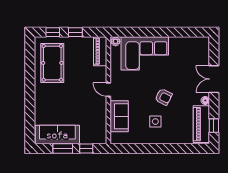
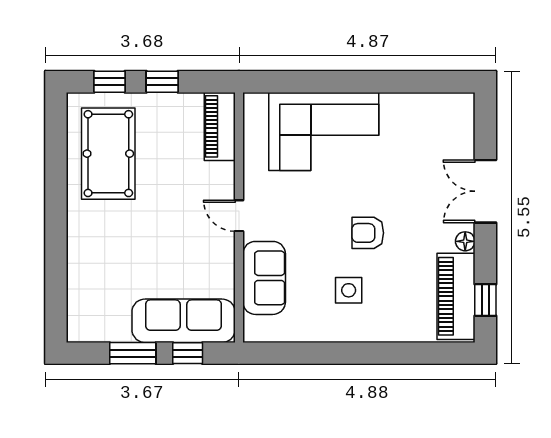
plant: (116, 41) -> (256, 103), removed
armchair: (164, 97) -> (368, 233), turned 153
sofa: (57, 135) -> (184, 321), moved

